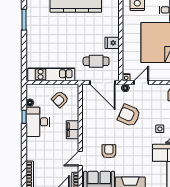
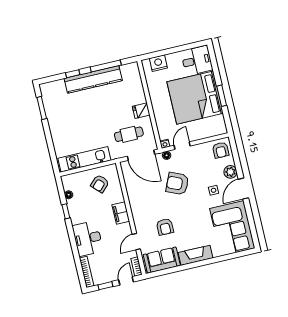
desk: (38, 122) -> (88, 238), moved
armchair: (109, 151) -> (165, 227), turned 180

